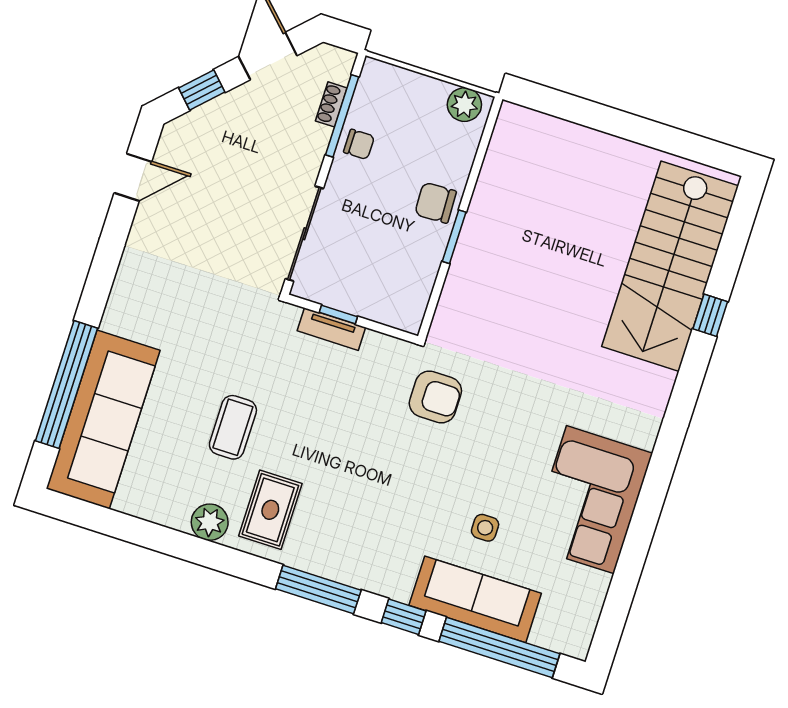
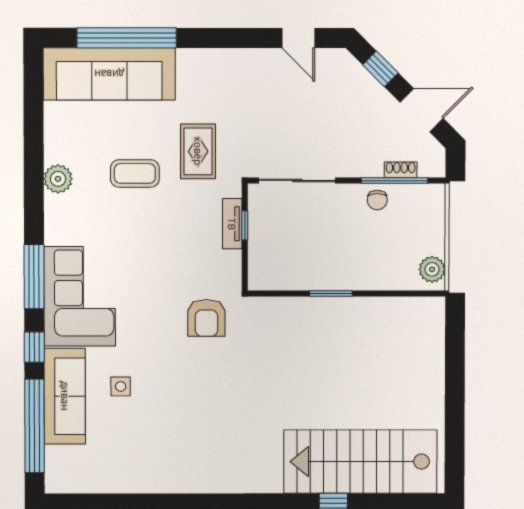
chair: (435, 203) -> (352, 271), removed
corner sofa: (590, 500) -> (80, 296), moved, turned 90
rug: (270, 510) -> (198, 151), moved, turned 90

